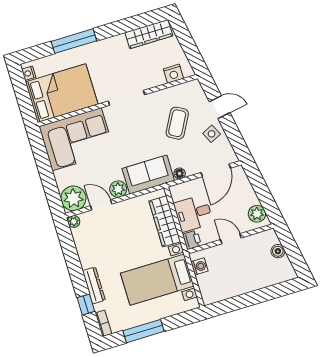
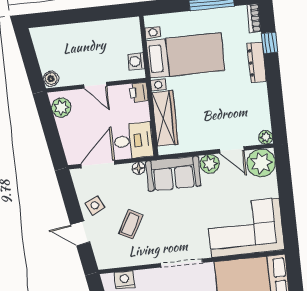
coffee table: (177, 123) -> (131, 224), width x0.73, depth x0.77
desk: (193, 213) -> (134, 141), moved
boiler: (278, 251) -> (51, 79), moved

